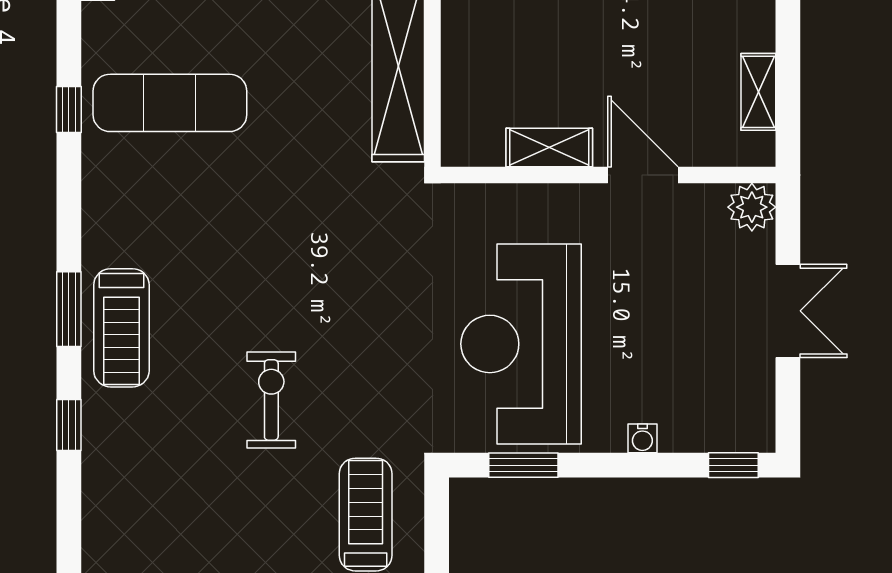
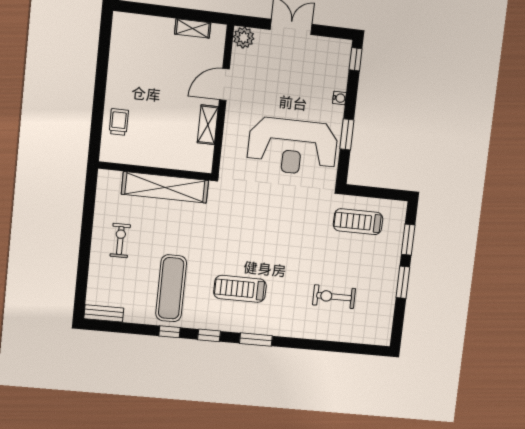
treadmill: (121, 328) -> (240, 289), moved, turned 180
exercise bike: (271, 400) -> (334, 297), moved
window: (69, 425) -> (209, 335), moved
window: (523, 465) -> (347, 134), moved

